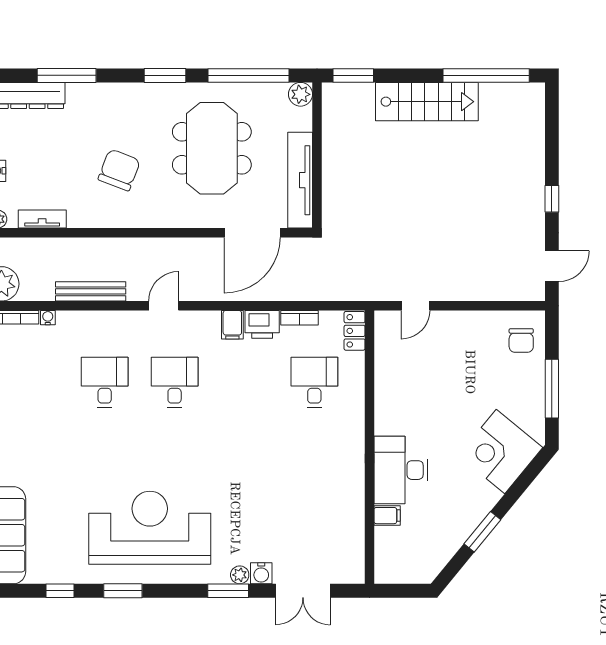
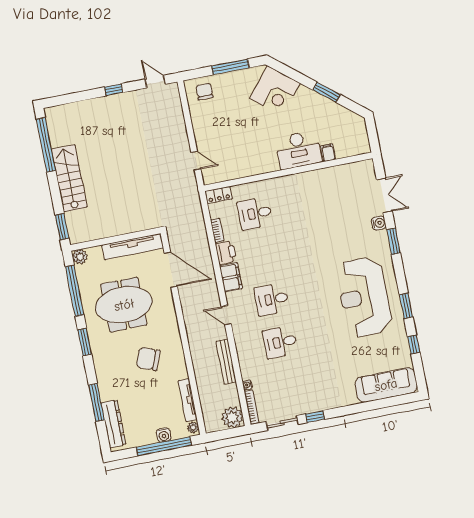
tv unit: (42, 219) -> (188, 400), width x1.41
filing cabinet: (232, 325) -> (231, 277), width x2.00
chair: (521, 340) -> (204, 92), turned -90
plant: (240, 575) -> (382, 236), removed

